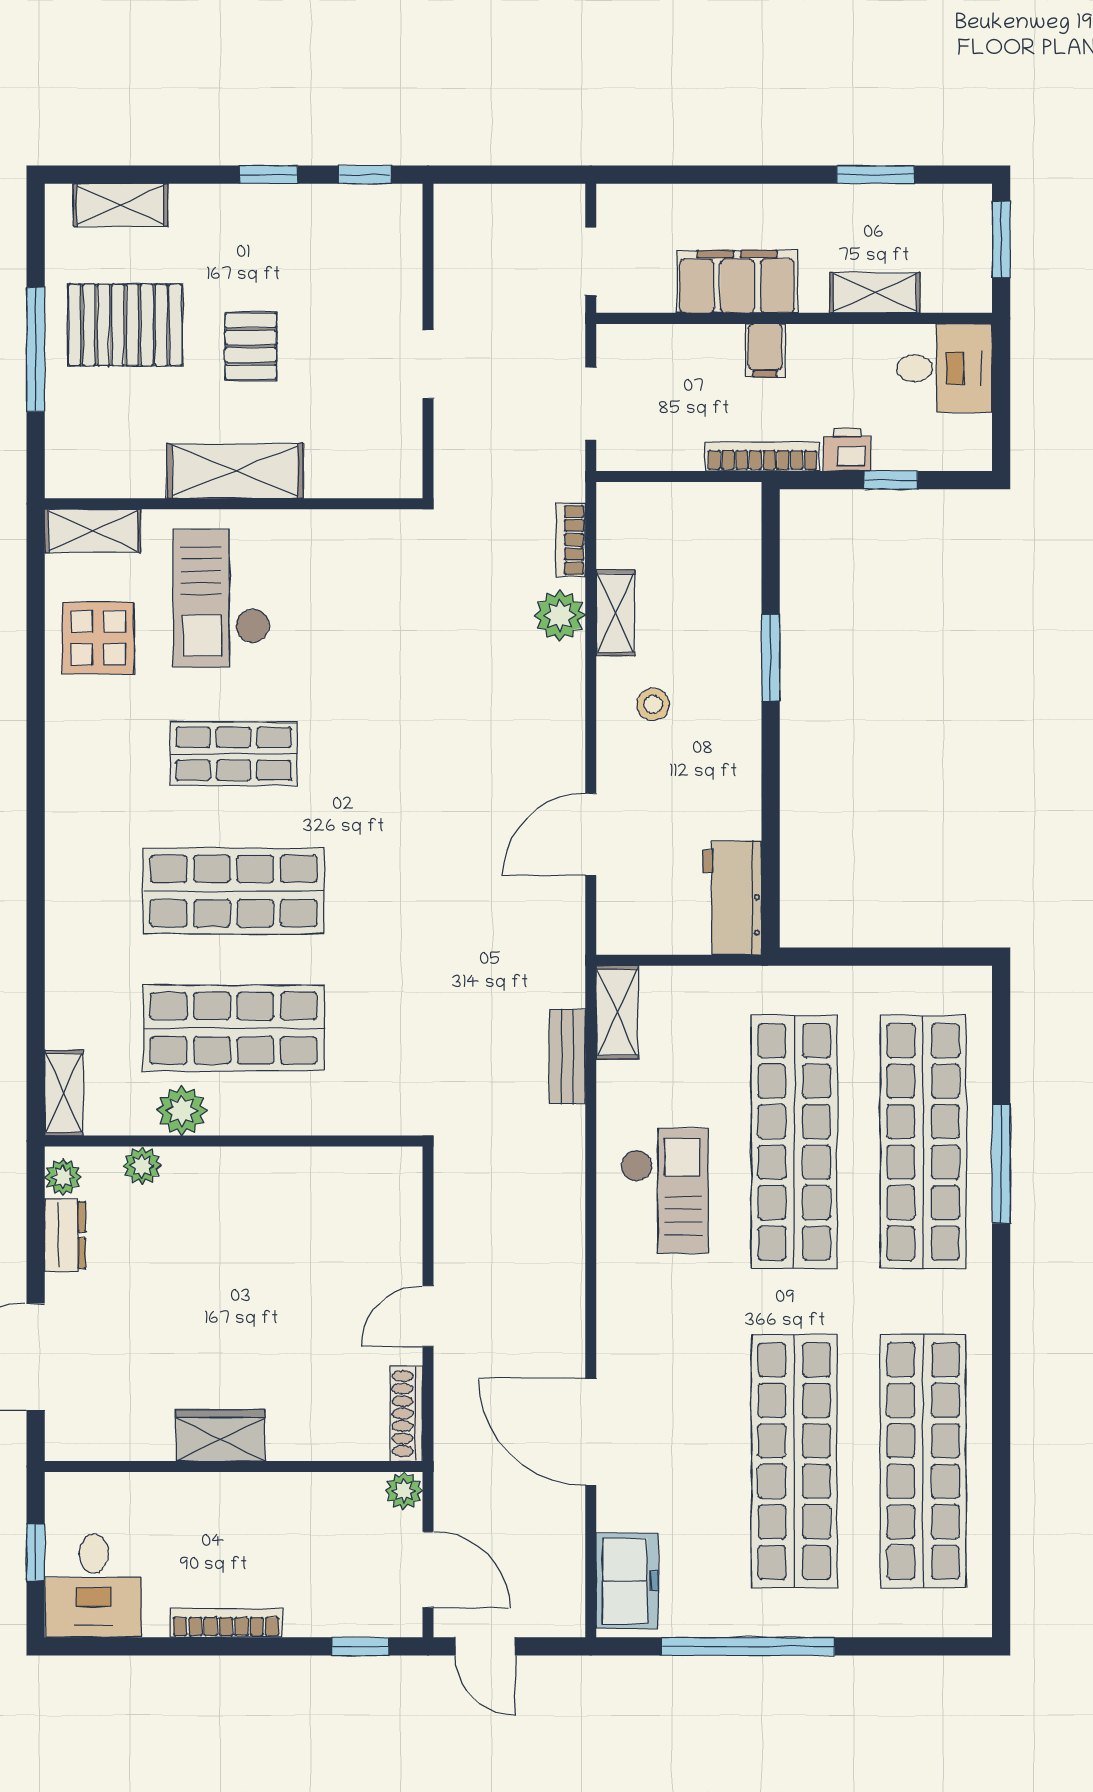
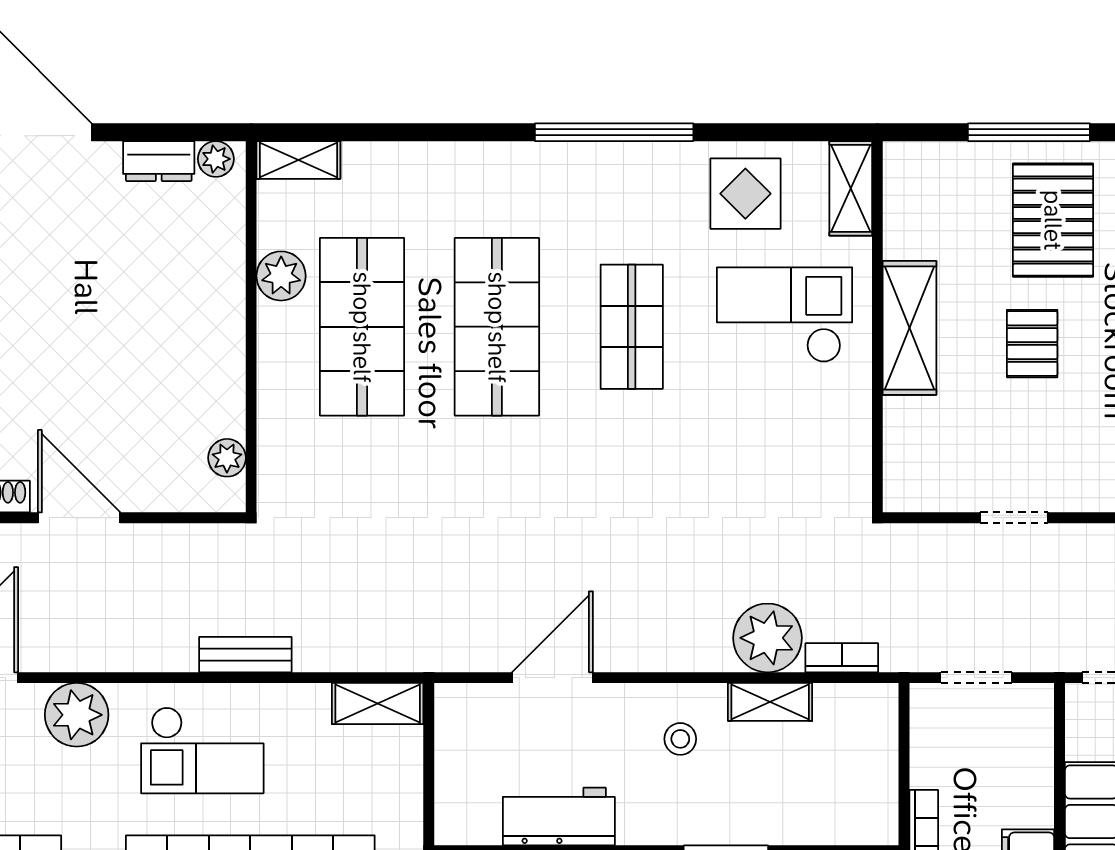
pallet: (251, 346) -> (1032, 344), turned 90
plant: (560, 615) -> (768, 638), width x1.36, depth x1.36
window: (36, 771) -> (614, 132), added
door: (591, 834) -> (552, 678), hinge flipped
workbench: (732, 898) -> (559, 817), moved
bench: (567, 1056) -> (245, 655), moved
plant: (142, 1166) -> (227, 458), moved
door: (428, 1316) -> (79, 518), width x1.38
plant: (629, 1319) -> (77, 715), added

